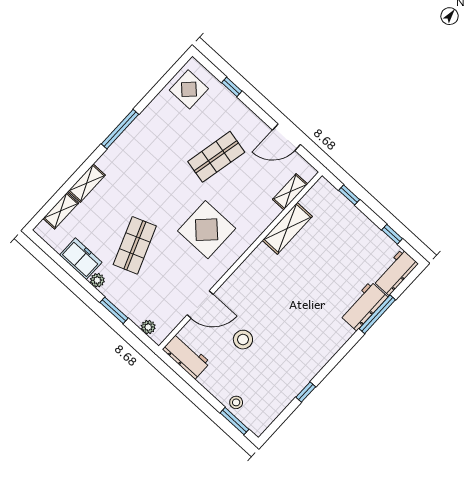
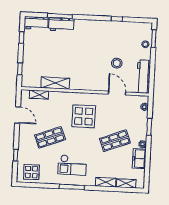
checkout: (151, 156) -> (72, 165), added
shop shelf: (216, 157) -> (50, 137), turned -33
workbench: (186, 356) -> (144, 77), width x1.37

